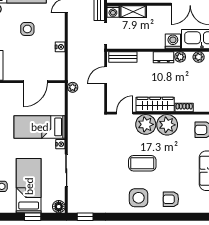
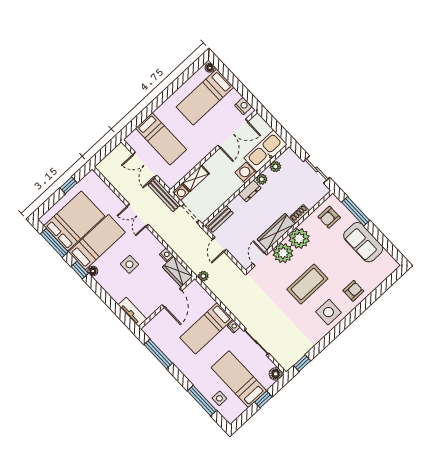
wardrobe: (57, 67) -> (178, 272), added
coffee table: (142, 163) -> (307, 284), width x1.36, depth x1.32
armchair: (171, 199) -> (353, 291), turned 180

